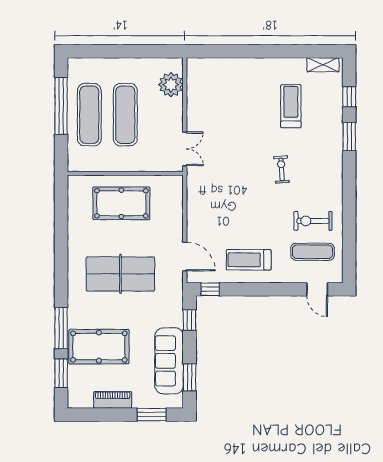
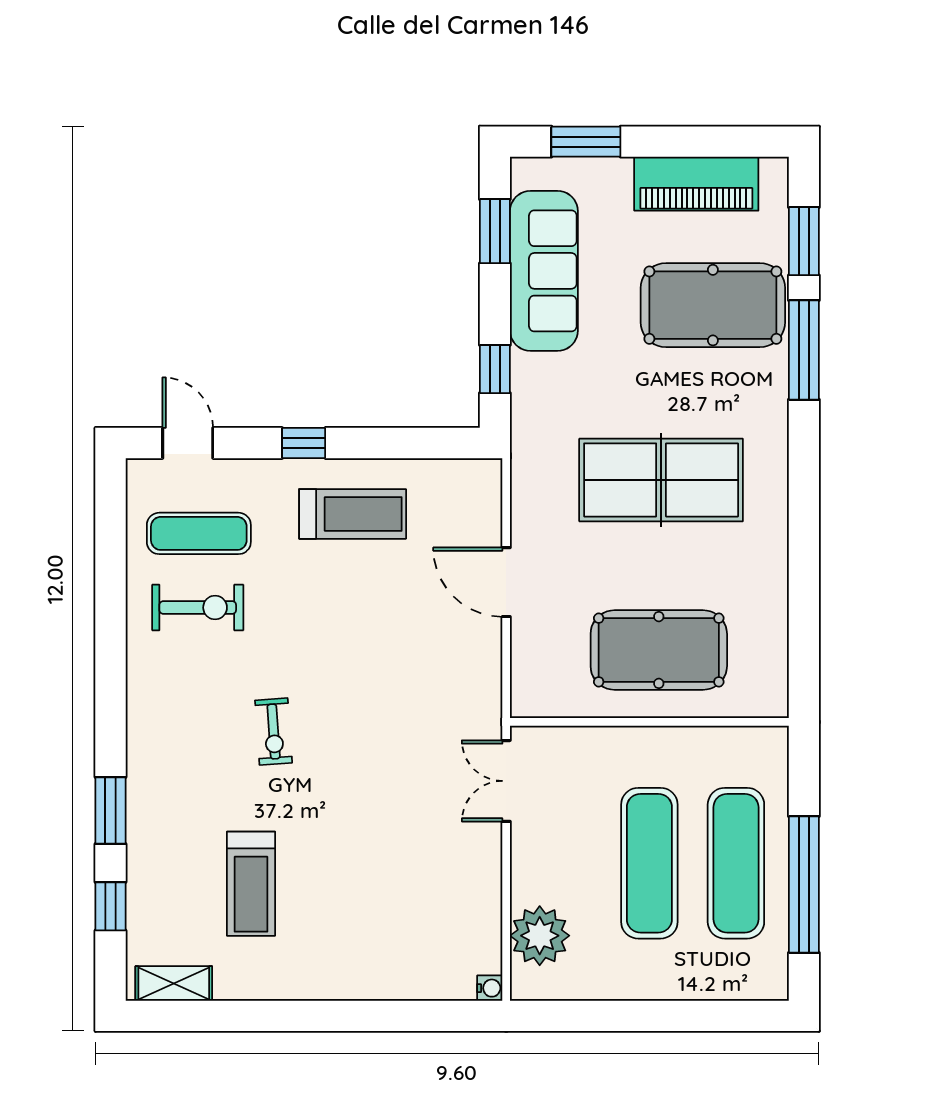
water cooler: (192, 63) -> (490, 988), added
door: (185, 257) -> (506, 582), moved
window: (210, 289) -> (304, 443), moved
piano: (113, 400) -> (696, 184), width x1.37, depth x1.33

